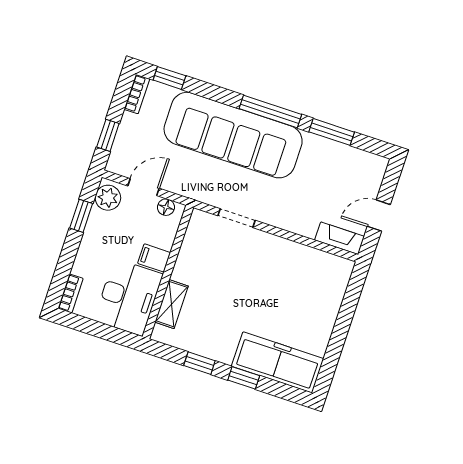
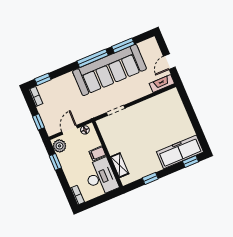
sofa: (233, 135) -> (110, 70), moved
window: (244, 378) -> (190, 161), moved

